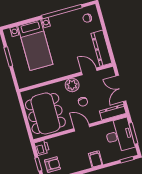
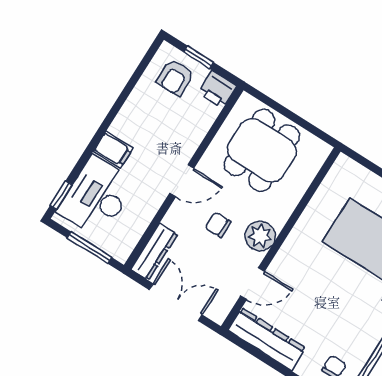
dining table: (45, 113) -> (262, 150), width x0.73
desk: (119, 135) -> (97, 197), moved, turned 90

